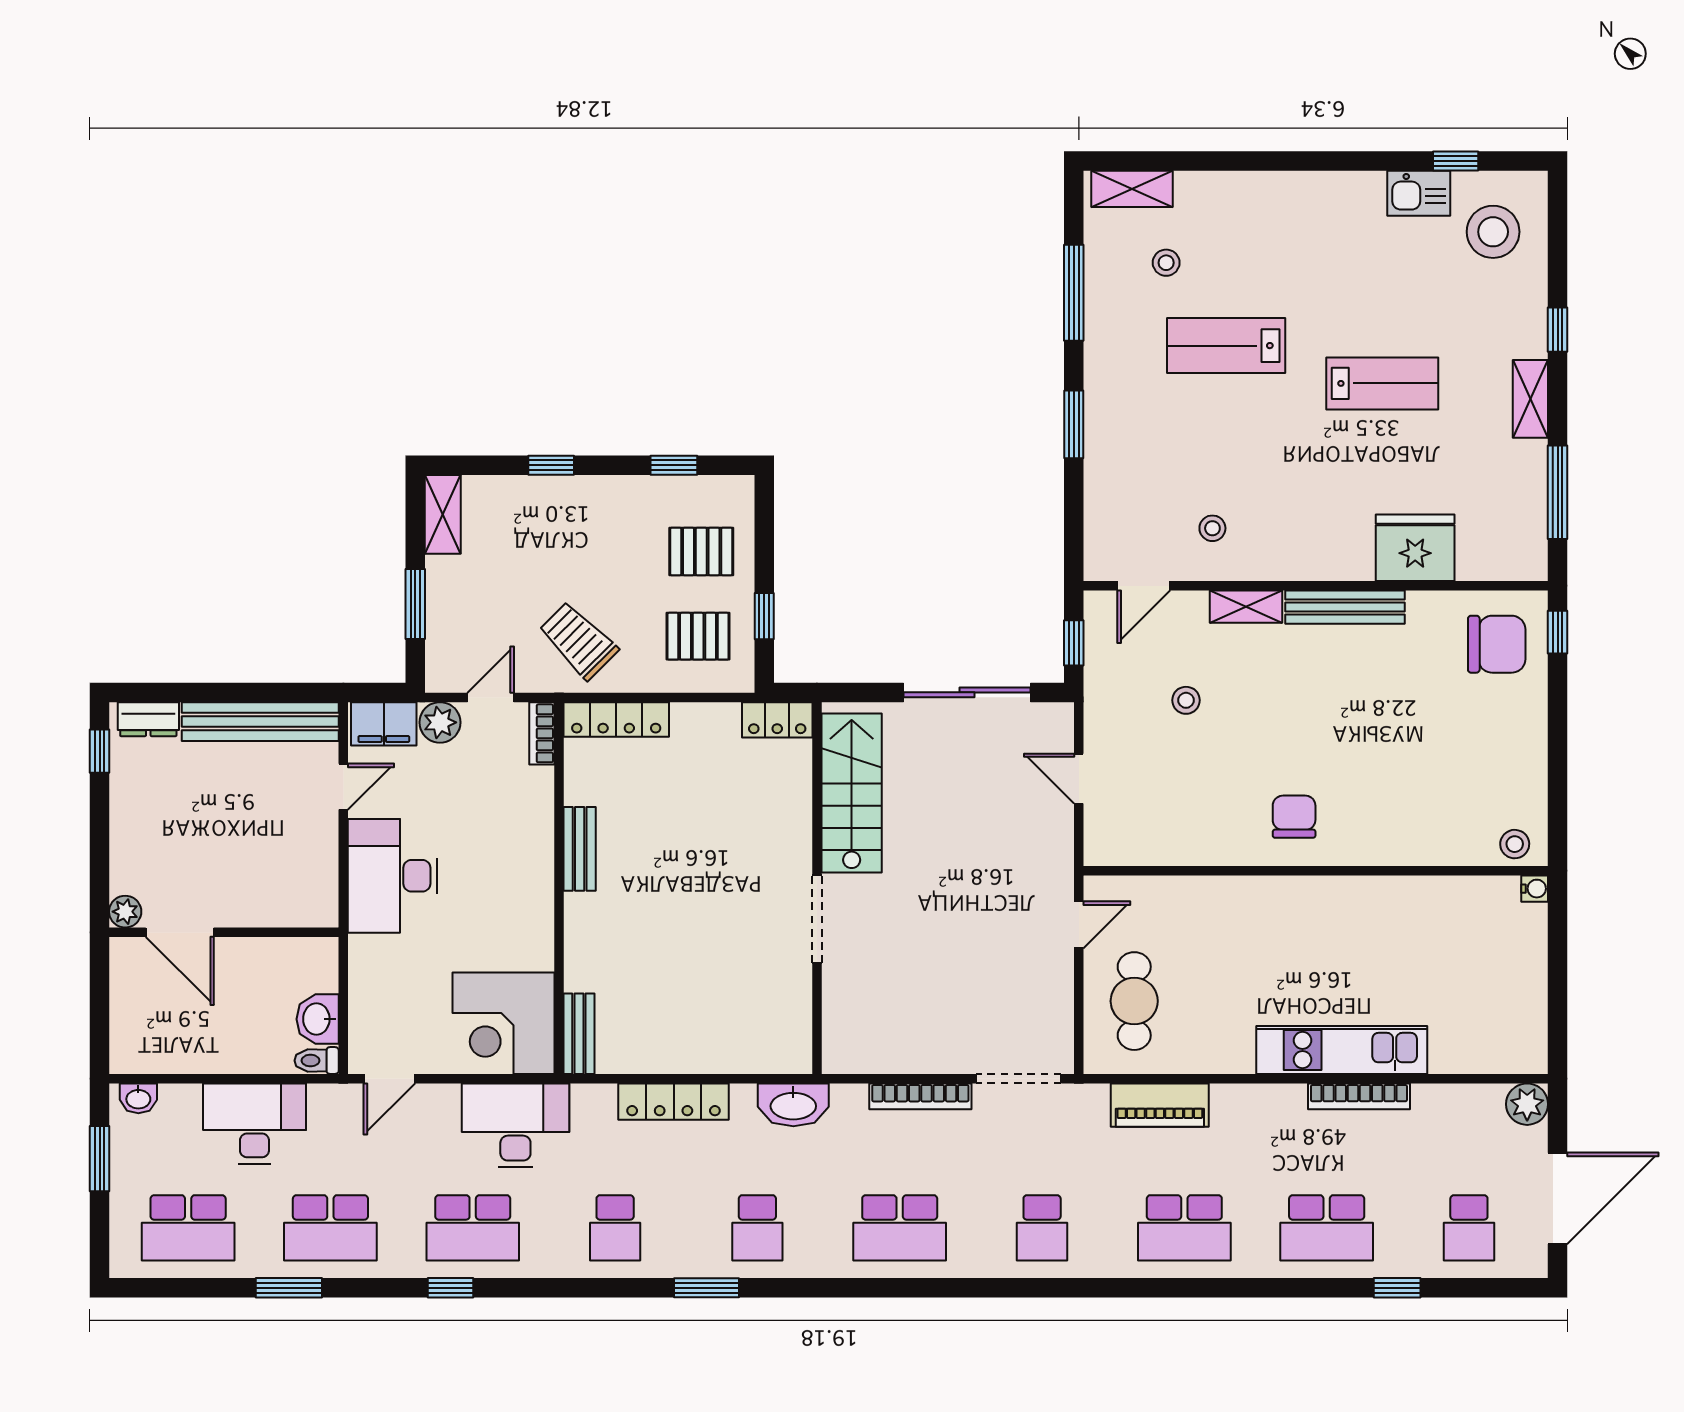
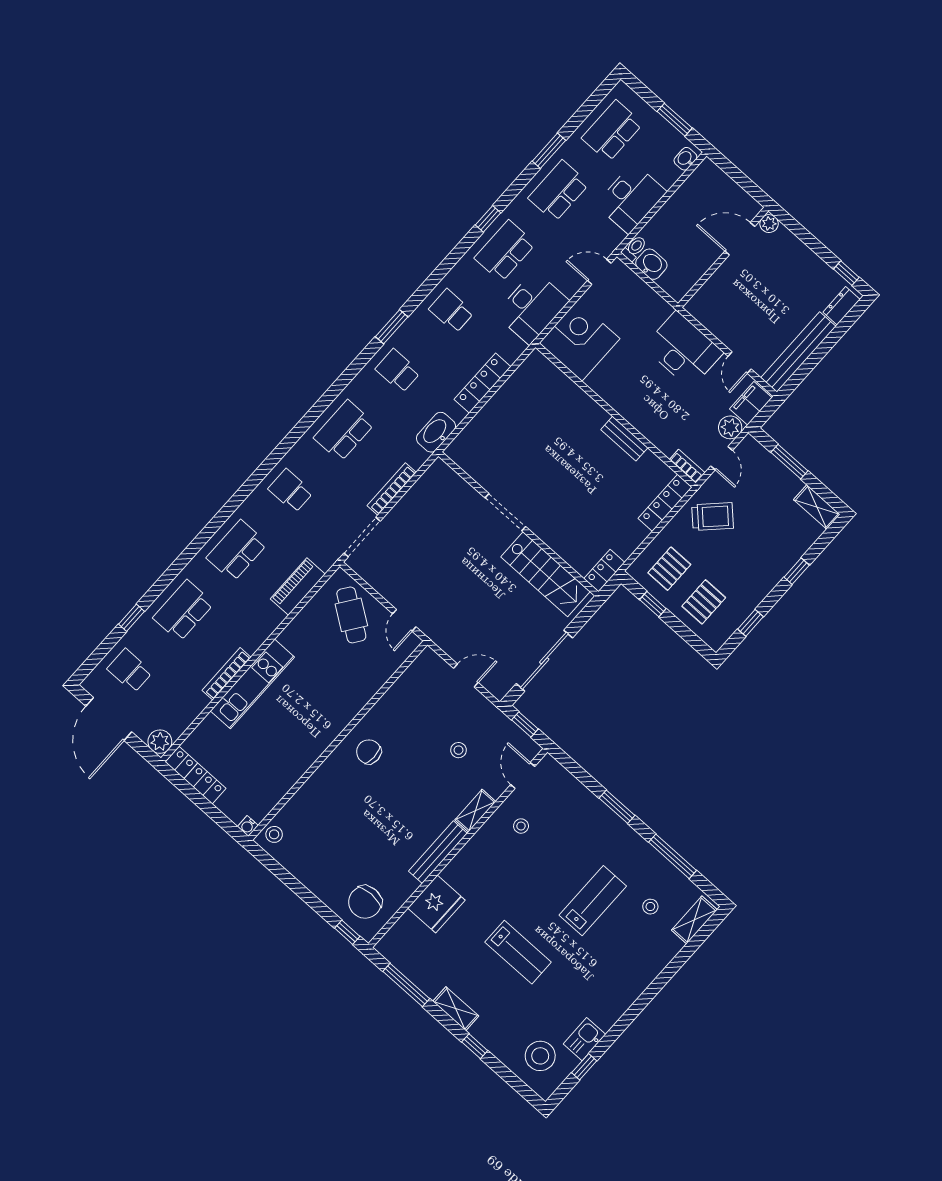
lab bench: (1382, 383) -> (518, 952), turned -90
chair: (1294, 817) -> (369, 752), turned 180
cafe table: (1134, 1001) -> (351, 615), turned 35
locker: (1529, 1018) -> (195, 775), added
bench: (579, 1034) -> (547, 369), removed
door: (389, 1079) -> (599, 272), hinge flipped

